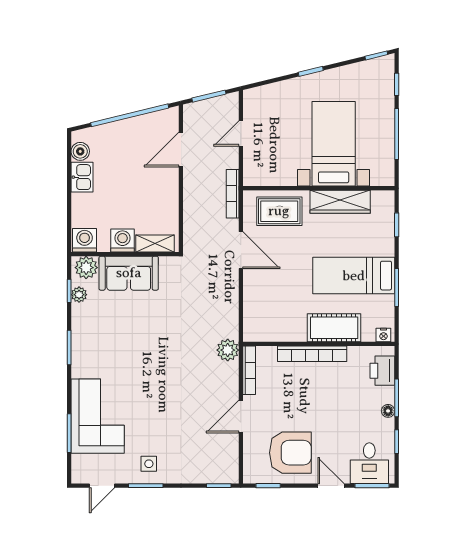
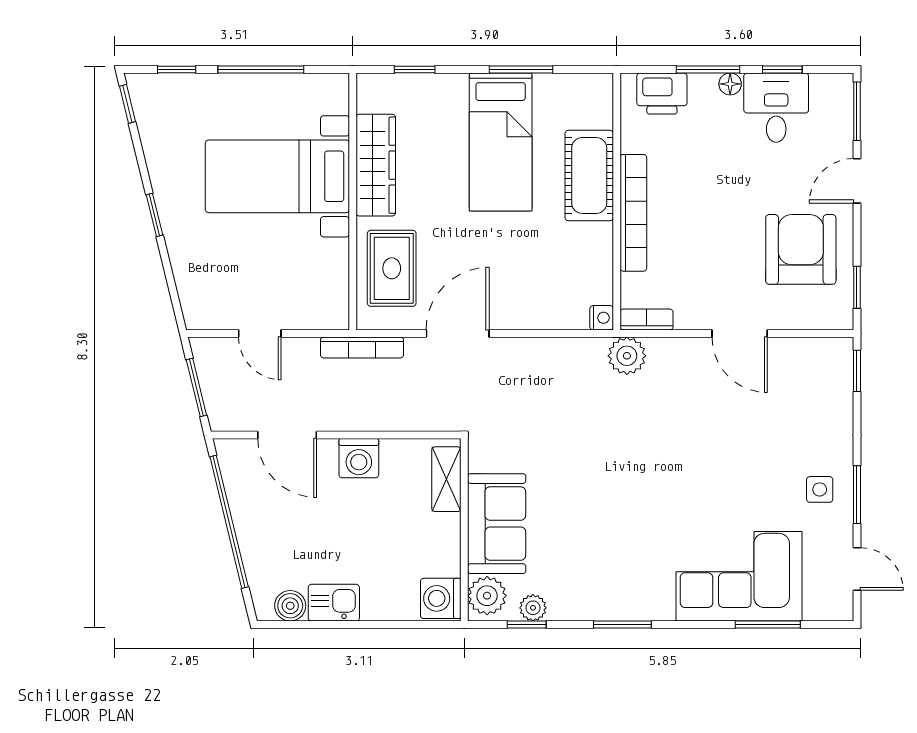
washing machine: (123, 240) -> (359, 458), moved, turned -90
nightstand: (383, 335) -> (602, 318), moved
bookcase: (249, 370) -> (646, 320), width x0.64
desk: (369, 463) -> (776, 108), moved, turned -90

